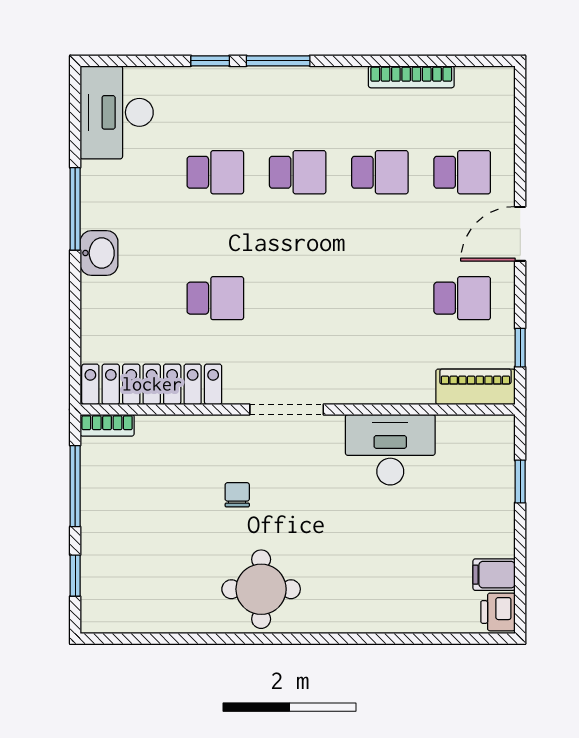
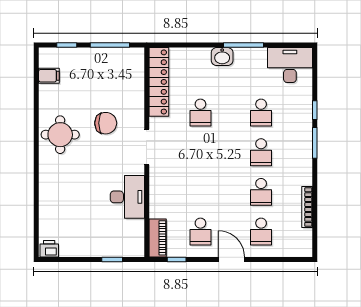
bookcase: (107, 425) -> (139, 60), removed
chair: (237, 495) -> (106, 123), width x1.87, depth x1.87
filing cabinet: (494, 575) -> (49, 76), moved, turned 90

